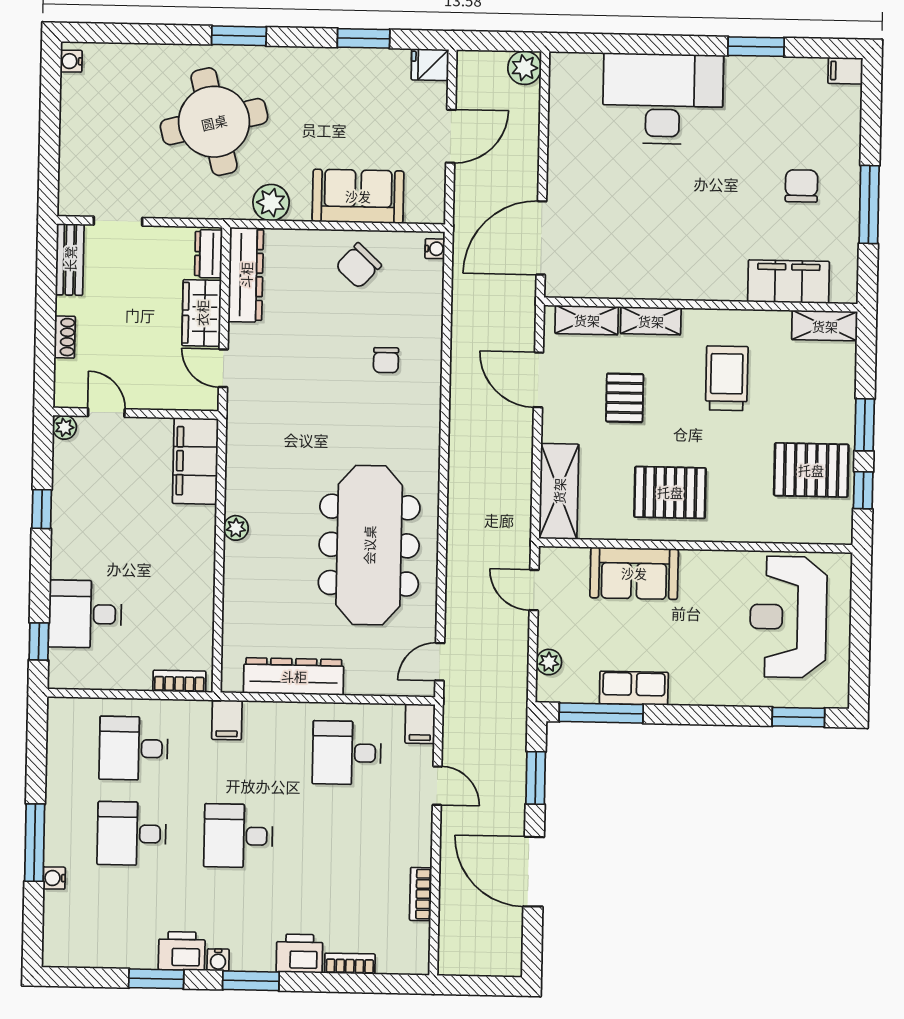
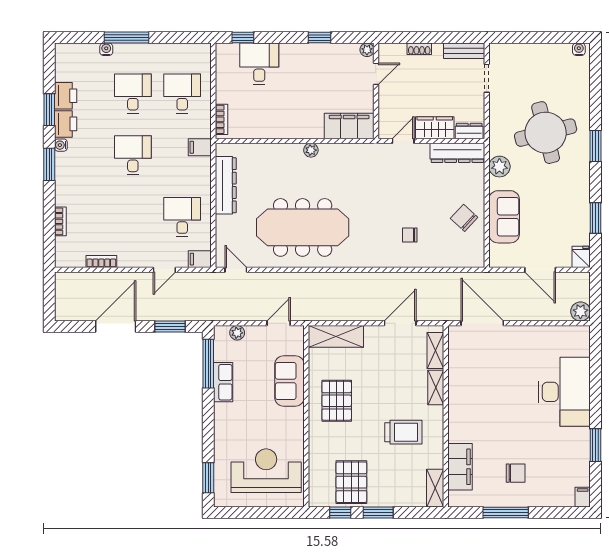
water cooler: (435, 249) -> (475, 262), removed
pallet: (625, 398) -> (391, 373), removed
printer: (299, 953) -> (66, 96), moved

